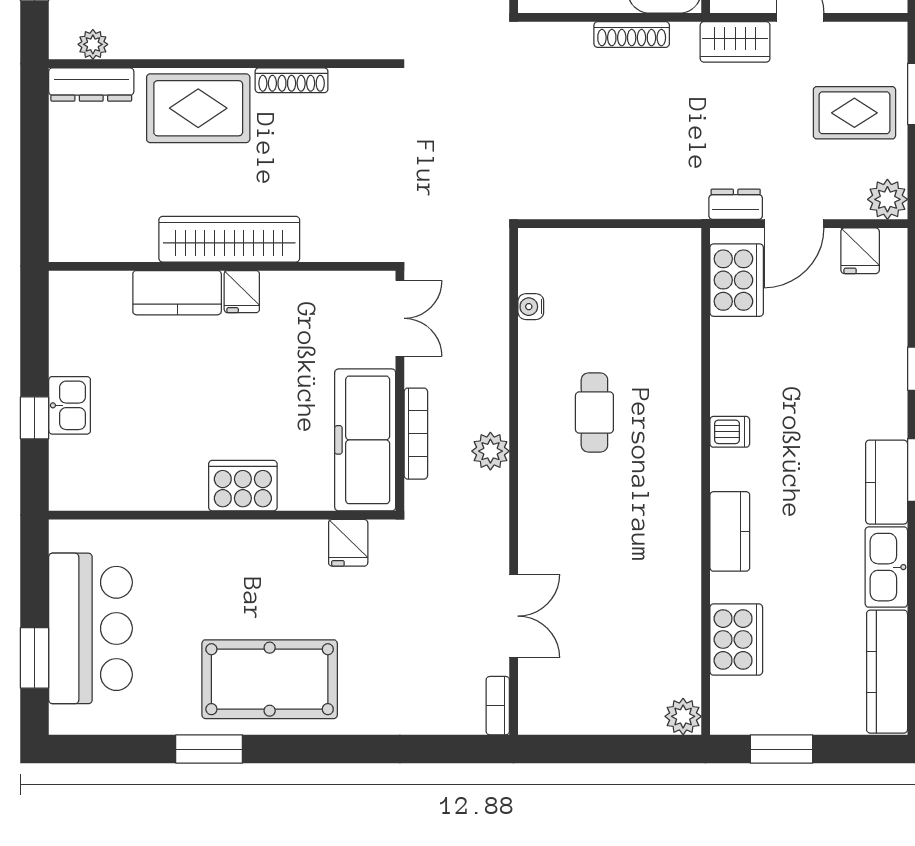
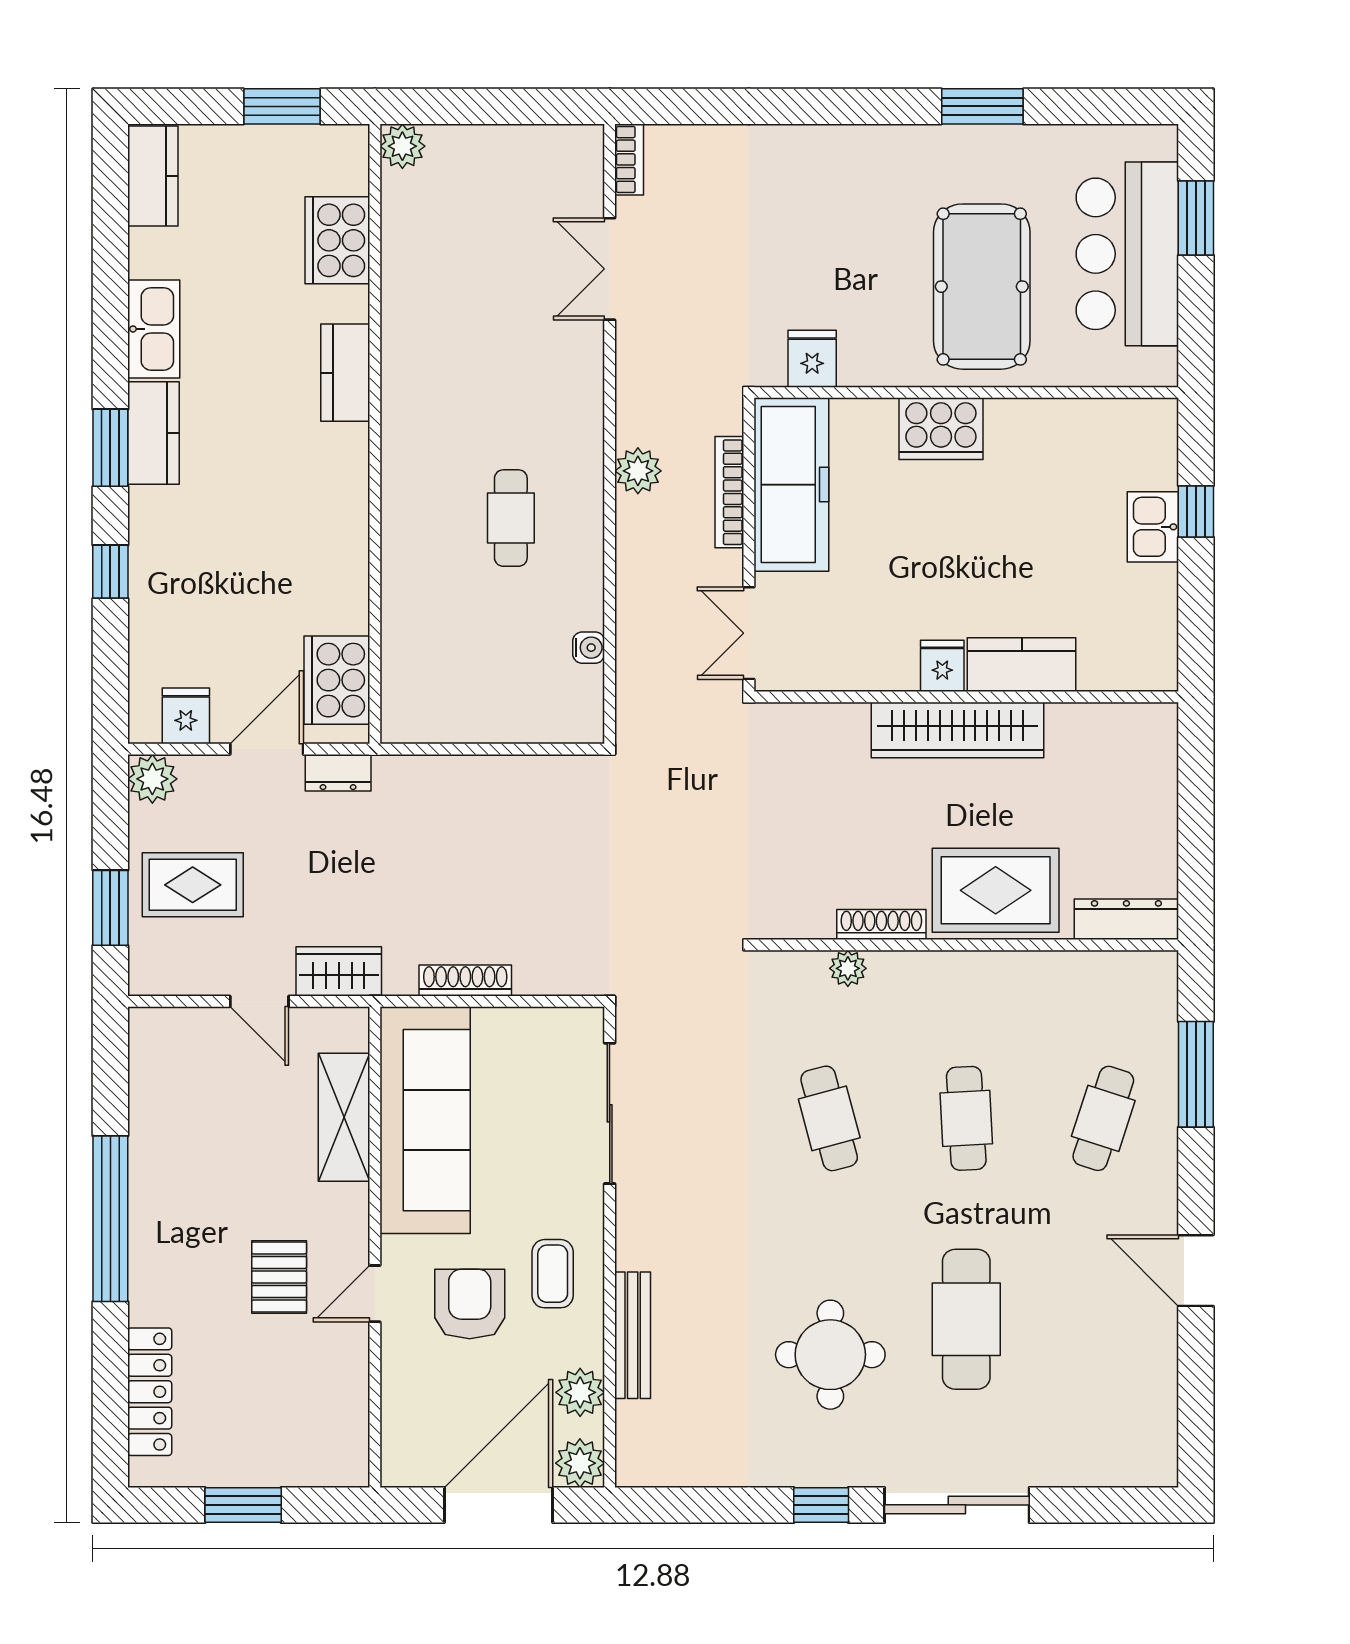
plant: (93, 44) -> (848, 968), moved
dishwasher: (730, 432) -> (345, 494), removed
kitchen counter: (887, 672) -> (153, 176), width x0.67
pool table: (270, 679) -> (982, 287), moved, turned 90

